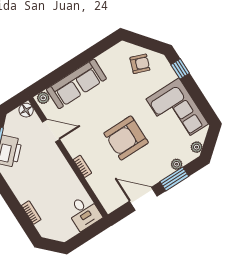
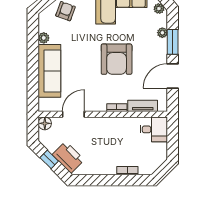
plant: (43, 98) -> (44, 38), moved
tv unit: (99, 189) -> (143, 106), added

